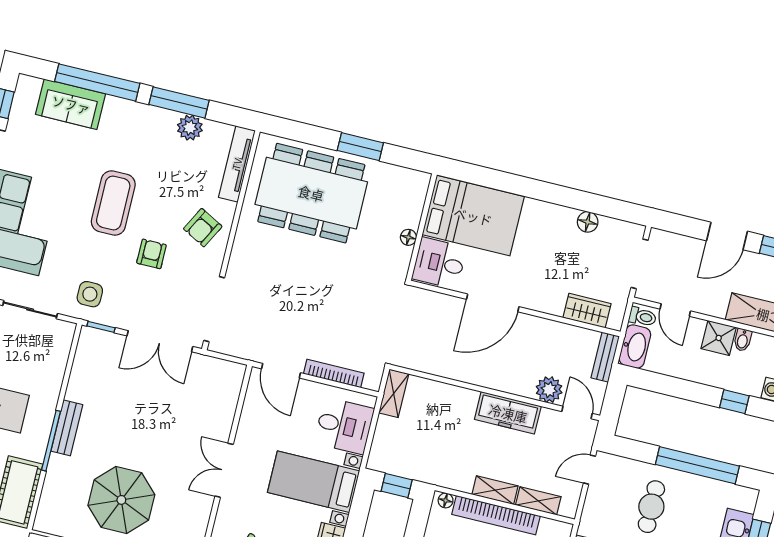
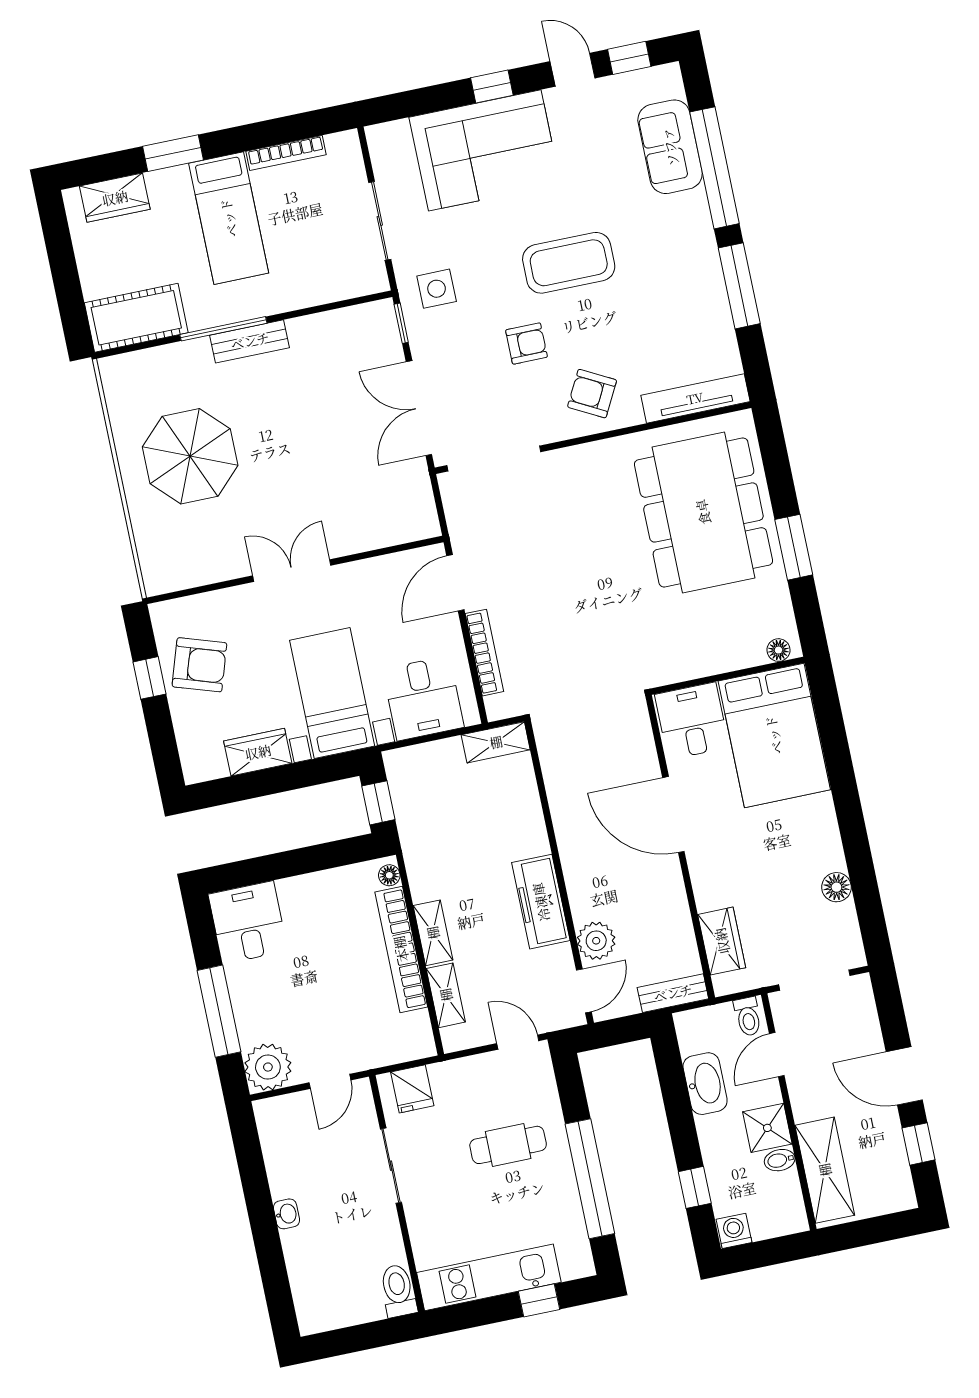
plant: (190, 128) -> (713, 315), removed
floor lamp: (408, 237) -> (778, 650), moved
washbasin: (635, 347) -> (705, 1084), moved, turned -90

